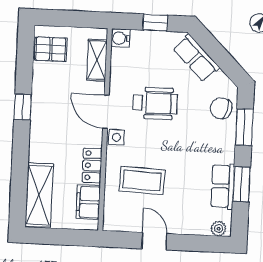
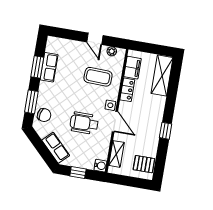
plant: (219, 229) -> (112, 51), moved

